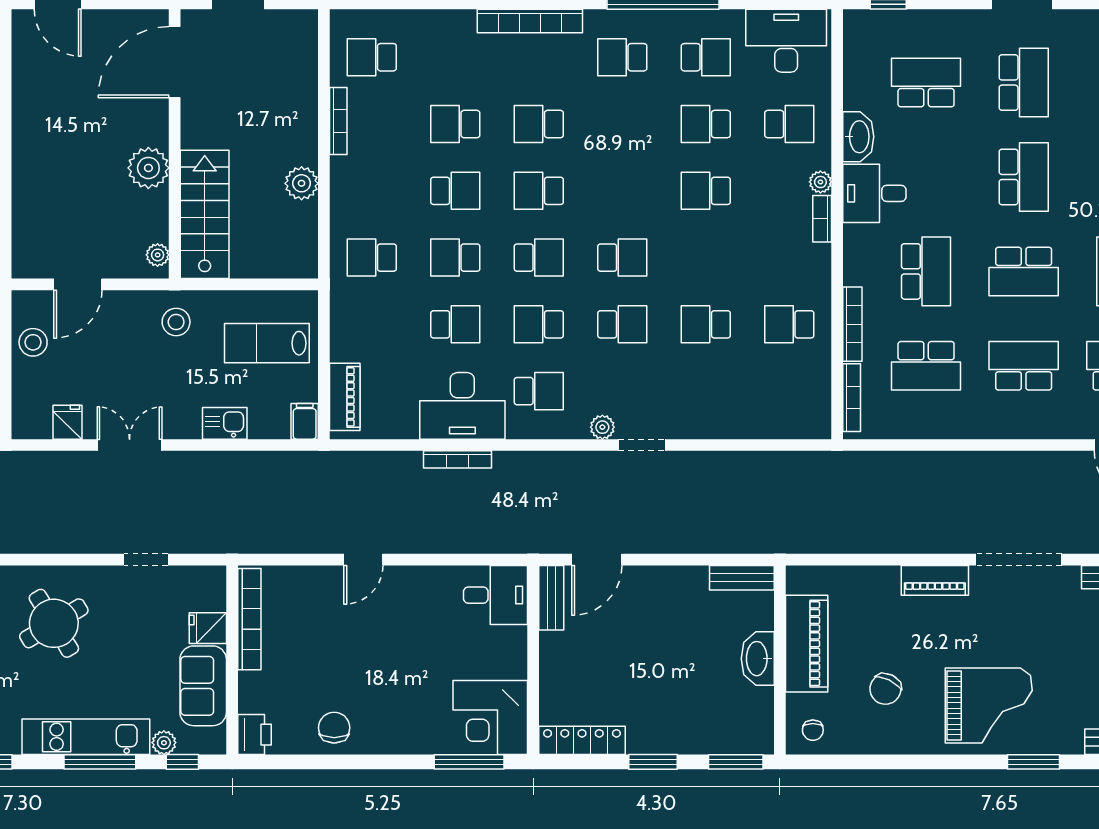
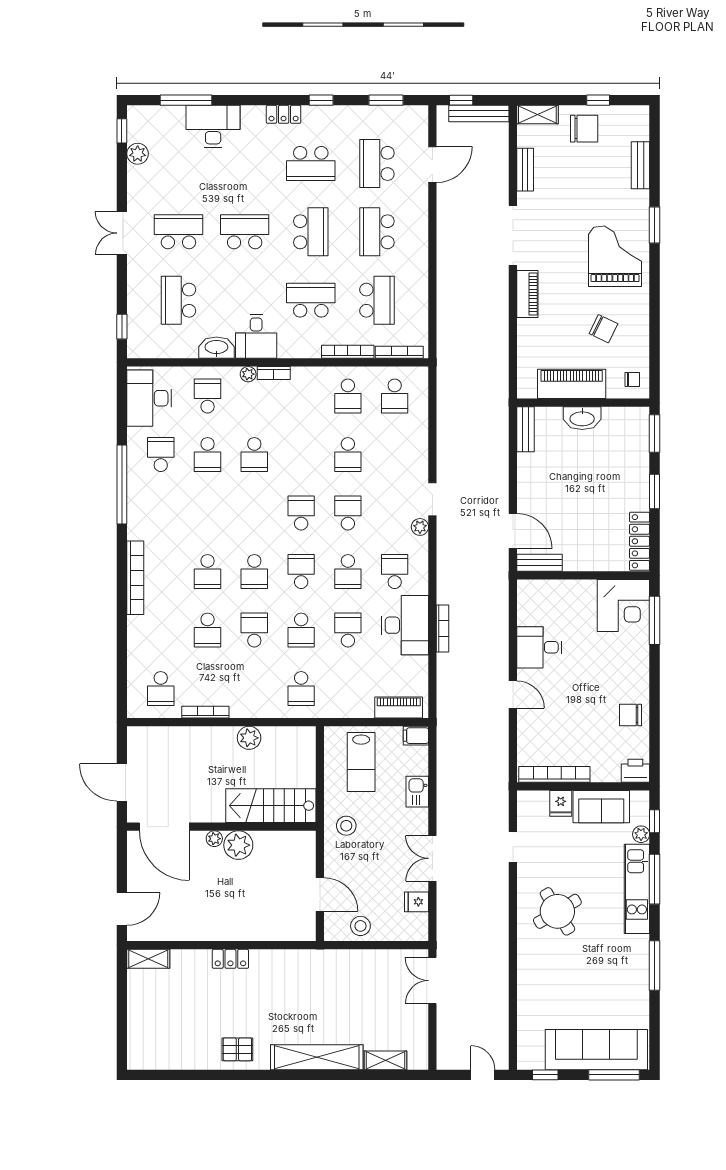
school desk: (622, 57) -> (395, 396), moved
plant: (158, 255) -> (214, 839), moved
desk: (496, 595) -> (539, 647), moved, turned -90

